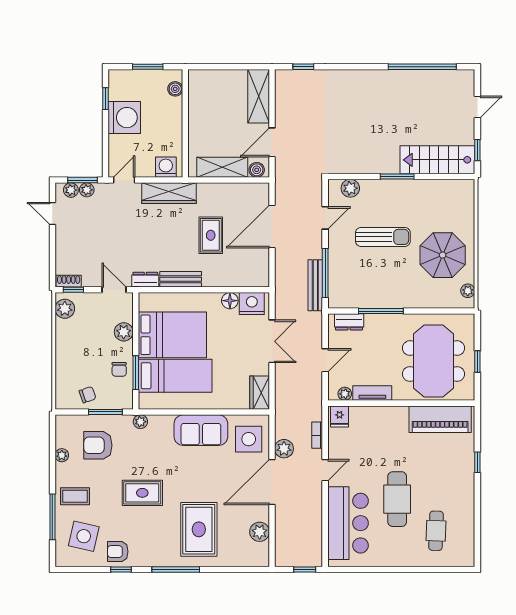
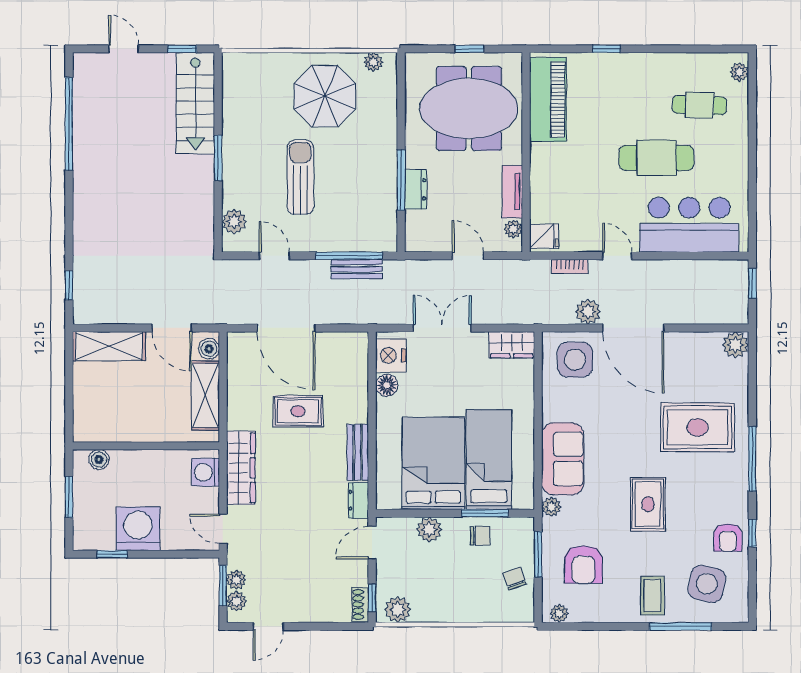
bench: (315, 285) -> (357, 269), width x0.73
dresser: (349, 322) -> (416, 189), moved
sofa: (201, 430) -> (563, 459), moved
plant: (62, 455) -> (559, 614), moved
plant: (260, 532) -> (735, 345), moved
plant: (460, 560) -> (739, 72), added

